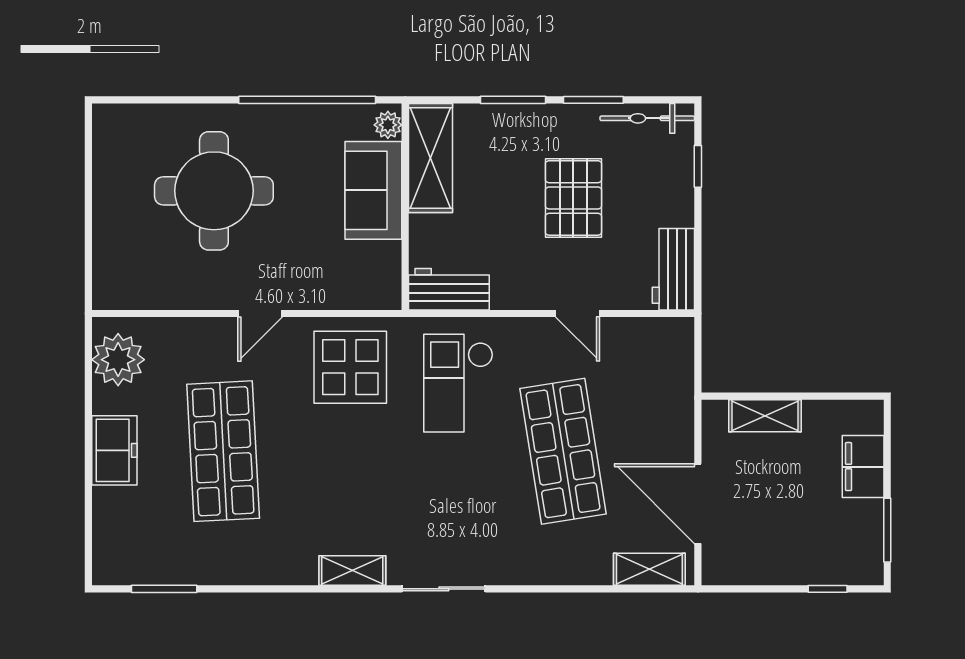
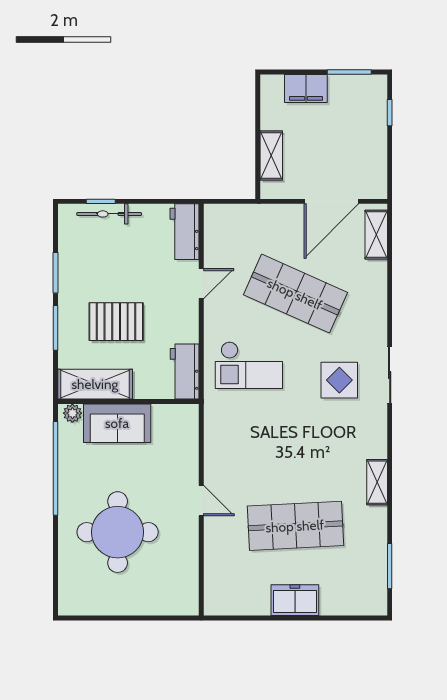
bicycle: (647, 118) -> (109, 214), moved, turned 90
pallet: (573, 198) -> (116, 322), moved
workbench: (673, 269) -> (185, 232), moved, turned 90
plant: (118, 360) -> (233, 598), removed
display table: (350, 367) -> (339, 380), moved, width x0.73, depth x0.73
shop shelf: (563, 451) -> (295, 294), turned 33
shelving: (352, 571) -> (377, 482), moved

